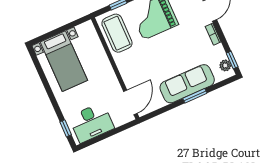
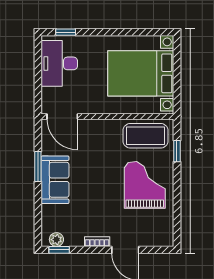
bed with nightstands: (64, 61) -> (141, 73), width x1.36
sofa: (187, 84) -> (55, 180), width x0.73
window: (195, 96) -> (38, 166), moved

